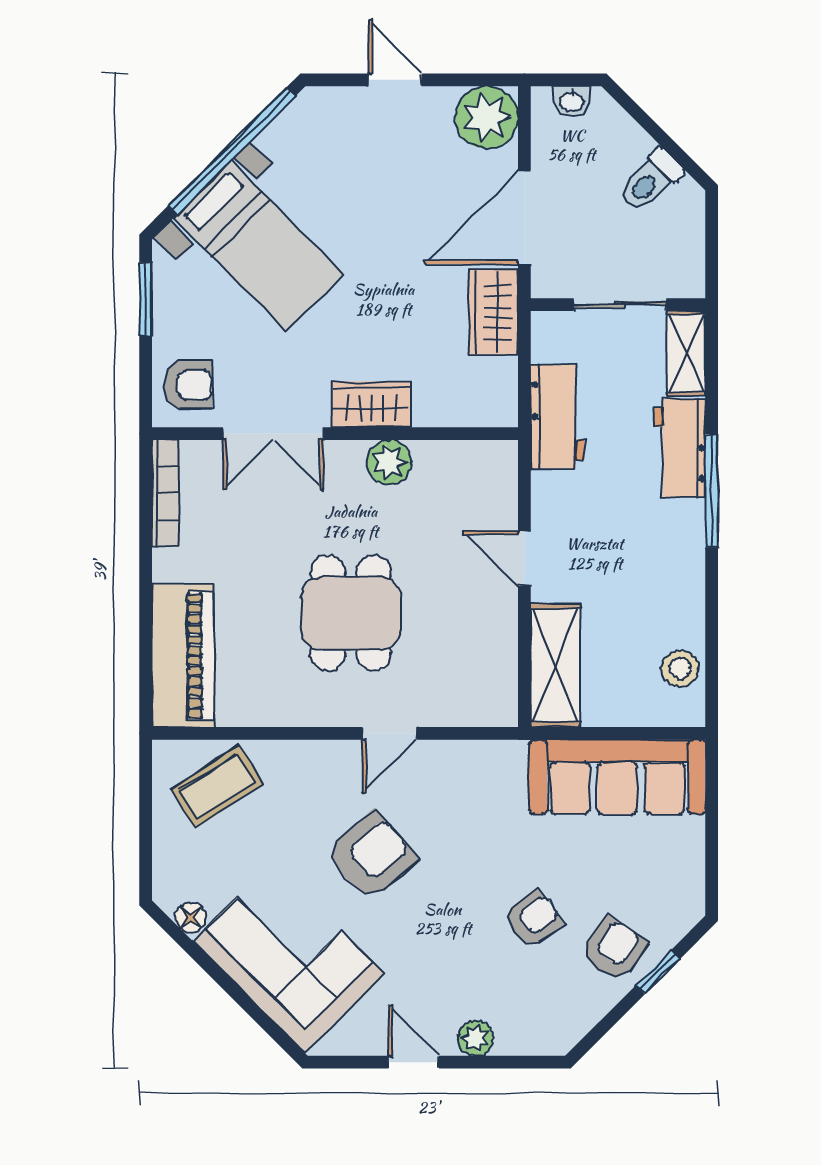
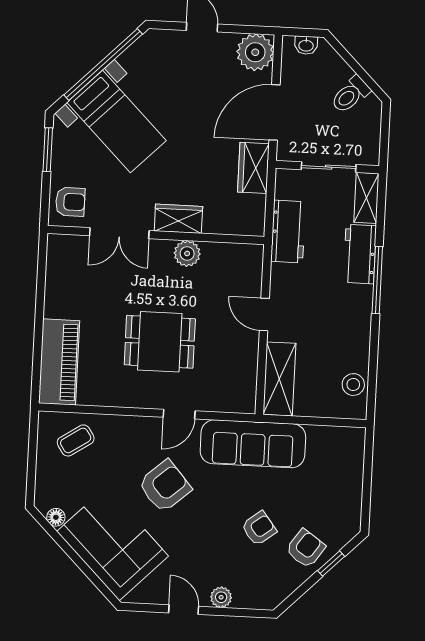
bookcase: (165, 493) -> (54, 265), removed
dining table: (351, 613) -> (160, 342), turned 90
sofa: (617, 777) -> (253, 444), moved
coffee table: (217, 787) -> (76, 440), width x0.73, depth x0.77

